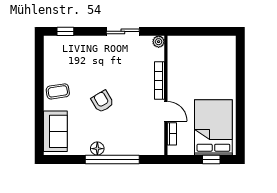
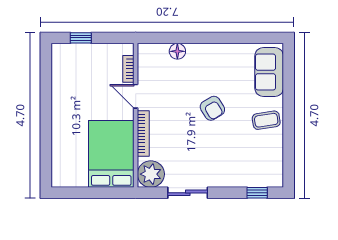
plant: (159, 42) -> (151, 174), width x1.88, depth x1.88
bed: (213, 127) -> (111, 154), moved, turned 180
floor lamp: (97, 149) -> (177, 51), moved
window: (112, 160) -> (201, 38), removed

